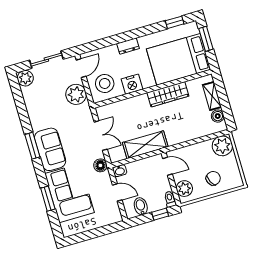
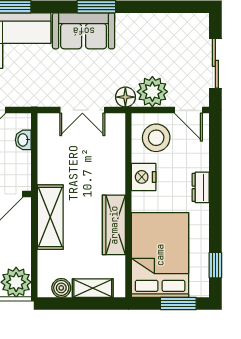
plant: (25, 78) -> (197, 25), removed
shelving: (145, 145) -> (50, 217), moved
floor lamp: (100, 165) -> (125, 97), moved
washbasin: (120, 171) -> (23, 140), moved

